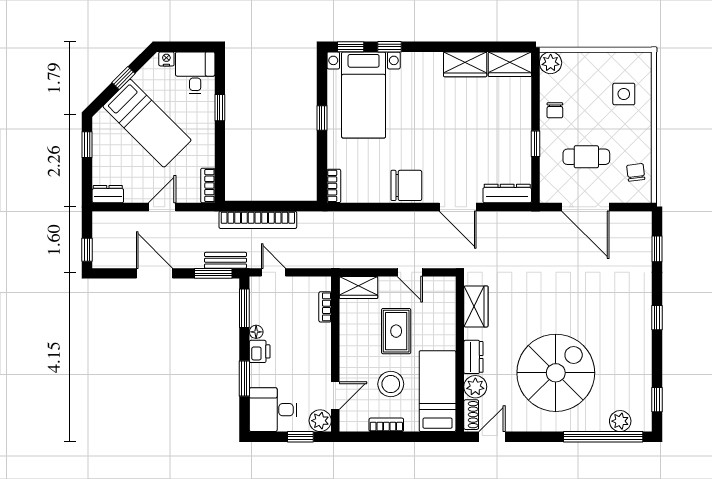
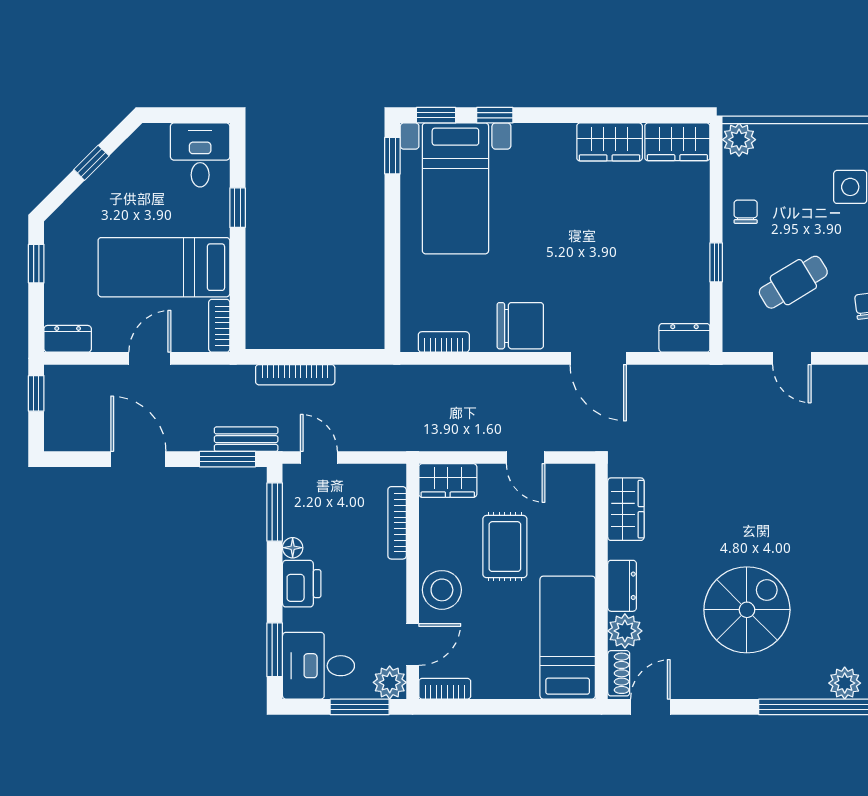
nightstand: (166, 59) -> (157, 134), removed
chair: (555, 110) -> (746, 212), turned 180
window: (322, 118) -> (392, 156), moved
bed: (147, 123) -> (164, 267), moved, turned 135
cafe table: (586, 157) -> (793, 282), turned -31
bookcase: (334, 186) -> (444, 342), moved, turned -90
dresser: (507, 193) -> (684, 338), width x0.70
door: (585, 207) -> (792, 358), width x0.53
bookcase: (258, 220) -> (295, 375), width x0.68, depth x0.76
window: (87, 250) -> (36, 393), moved
bookcase: (325, 307) -> (397, 523), width x1.56
printer: (260, 351) -> (302, 584), width x1.36, depth x1.24
spiral stairs: (556, 373) -> (747, 610), width x0.73, depth x0.73
window: (244, 378) -> (275, 650), moved
stool: (391, 384) -> (442, 590), moved
bookcase: (386, 425) -> (445, 689), moved
window: (300, 437) -> (360, 707), width x1.50

